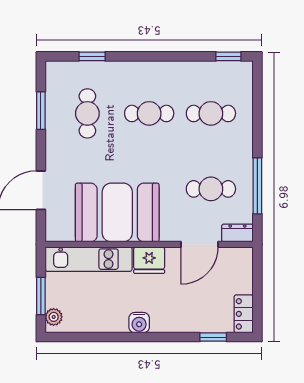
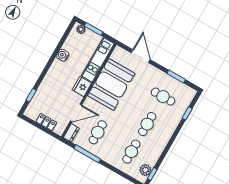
plant: (228, 72) -> (145, 170), added
door: (199, 244) -> (76, 113), swing flipped
locker: (244, 314) -> (46, 122), moved
water cooler: (139, 323) -> (63, 55), moved

